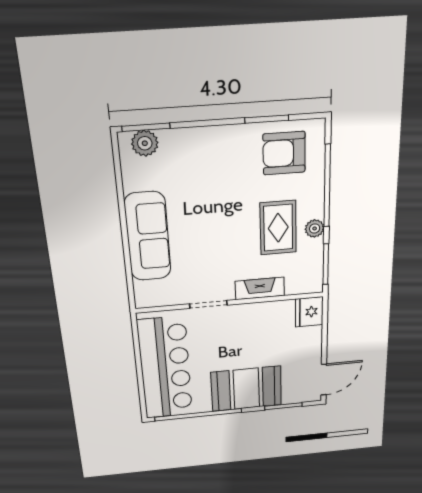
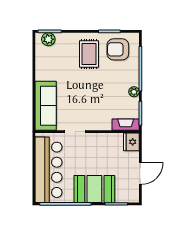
rug: (278, 228) -> (89, 54), moved
sofa: (148, 237) -> (46, 106), moved
fireplace: (260, 289) -> (126, 125), moved
door: (324, 380) -> (140, 173), moved

